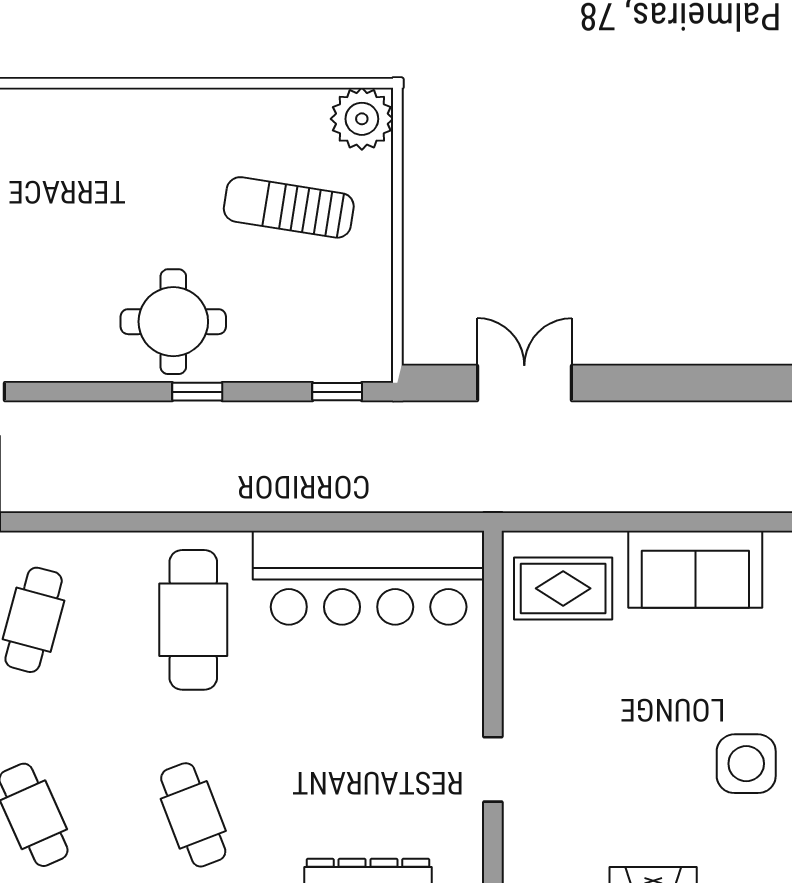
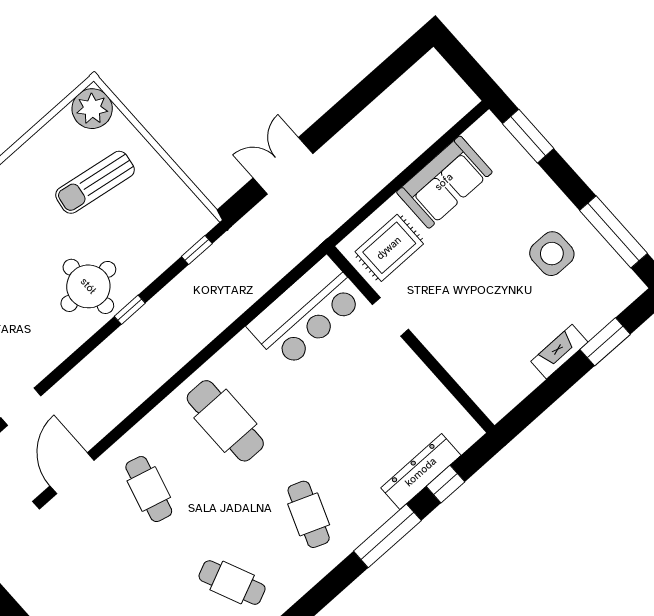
bar counter: (369, 578) -> (306, 313), width x0.73
doorway: (493, 769) -> (390, 317), moved
cafe table: (193, 815) -> (309, 514), turned 42

